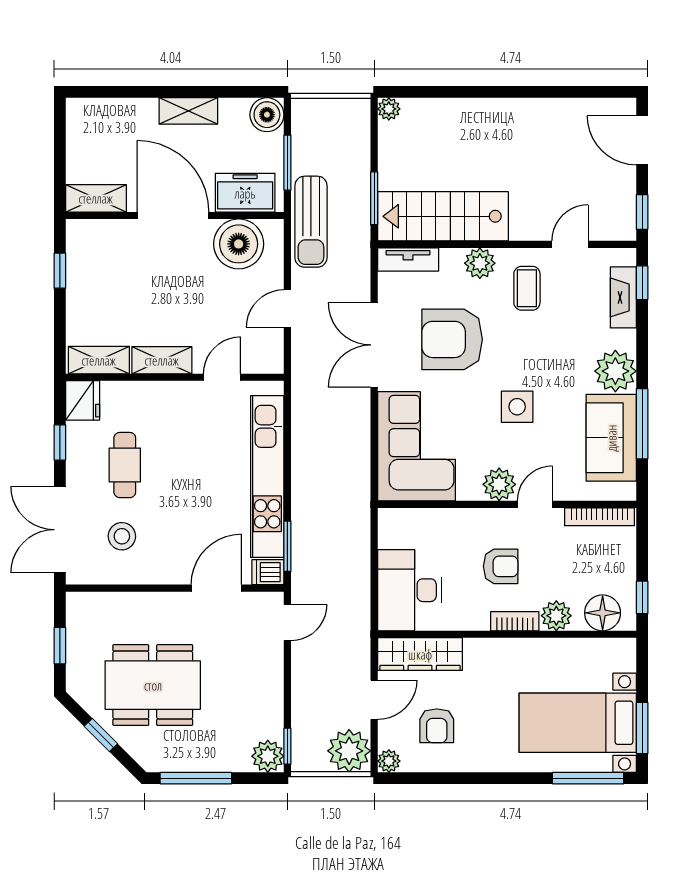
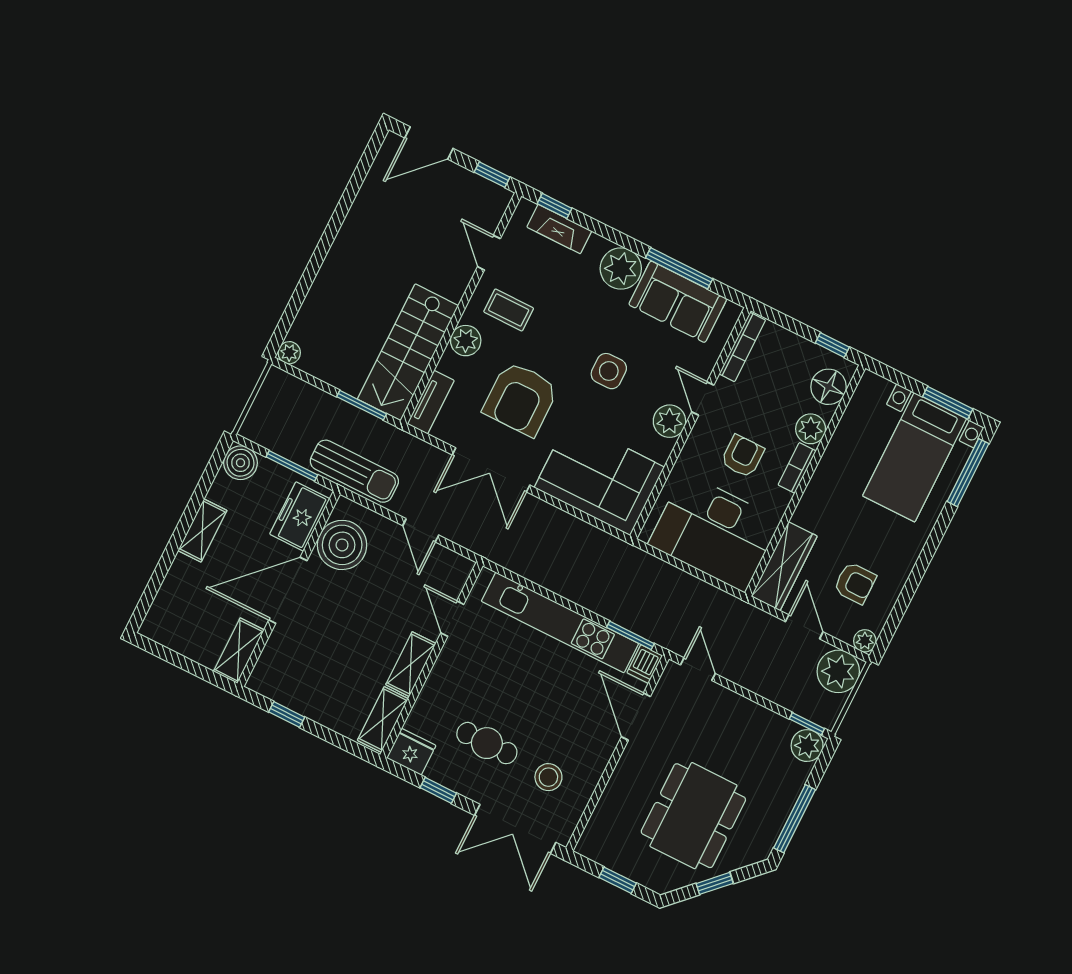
desk: (409, 590) -> (714, 532), width x1.36, depth x1.30

